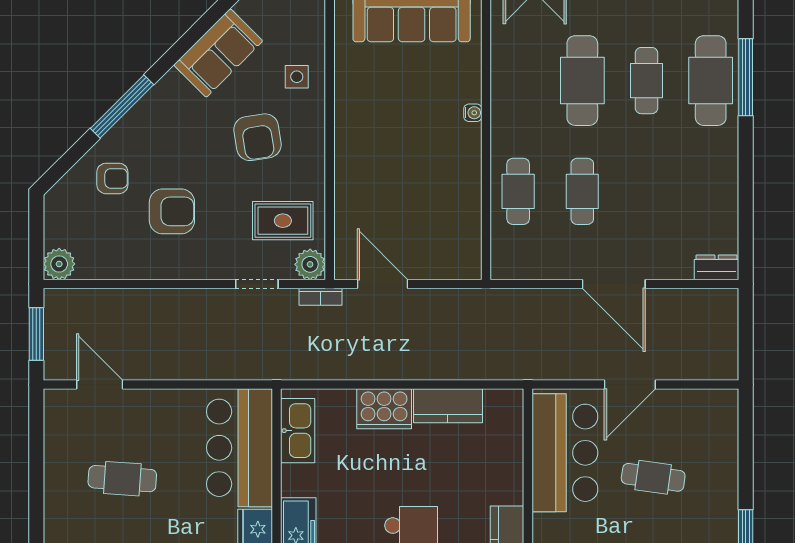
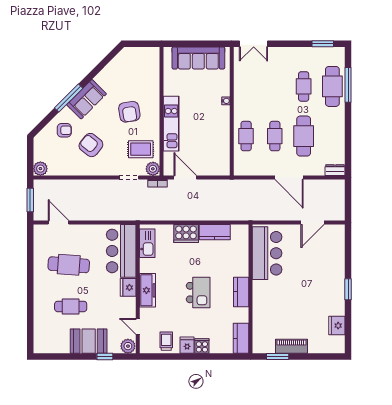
sofa: (218, 53) -> (87, 99), moved
side table: (297, 77) -> (147, 85), removed
cafe table: (582, 81) -> (304, 136), moved
kitchen unit: (351, 164) -> (171, 124), added
armchair: (172, 211) -> (91, 145), turned -141
door: (630, 384) -> (313, 223), moved
cafe table: (653, 477) -> (307, 264), removed
cafe table: (122, 479) -> (69, 265), width x1.37, depth x1.35

